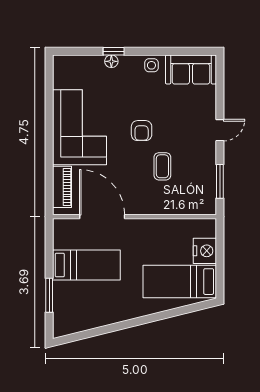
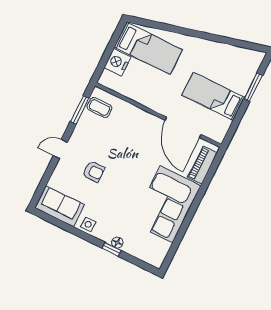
armchair: (142, 131) -> (94, 172), moved, turned 90
coffee table: (162, 166) -> (99, 107), moved, turned 90

